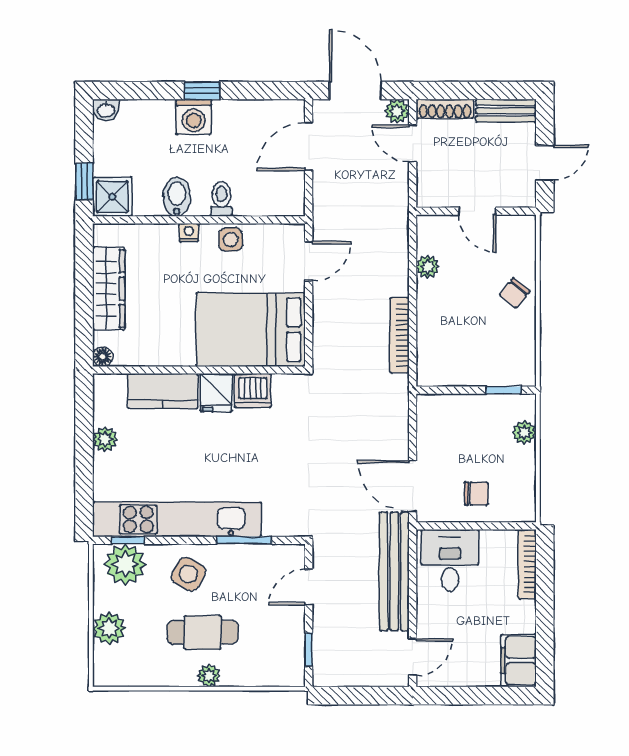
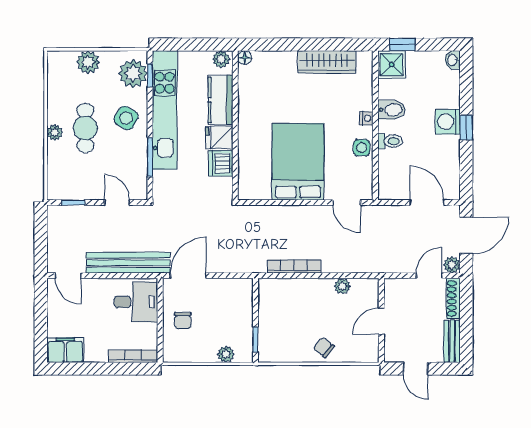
floor lamp: (103, 357) -> (245, 58), moved
wall: (199, 370) -> (235, 125), moved
kitchen counter: (163, 391) -> (220, 100), moved
dishwasher: (253, 391) -> (221, 163), moved
fridge: (216, 393) -> (219, 137), moved

